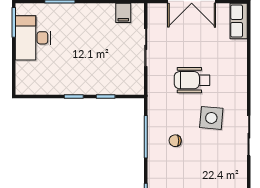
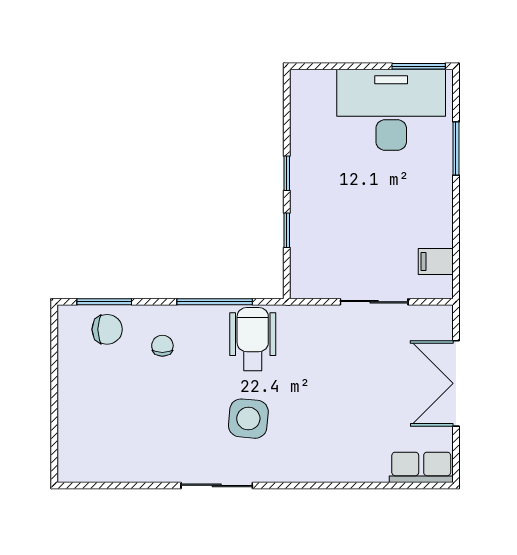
desk: (33, 38) -> (391, 110), width x1.36, depth x1.30
wheelchair: (192, 80) -> (253, 339), moved
chair: (175, 141) -> (162, 346), moved

